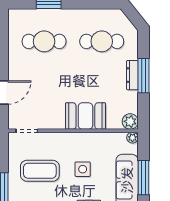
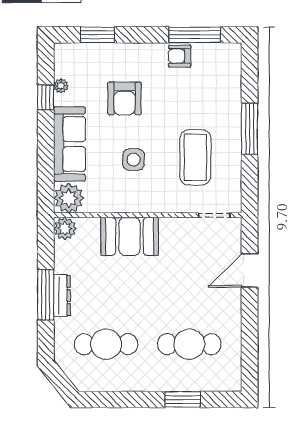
plant: (132, 138) -> (69, 198), width x1.87, depth x1.87
coffee table: (40, 171) -> (195, 157), turned 90
window: (143, 178) -> (46, 147), removed

